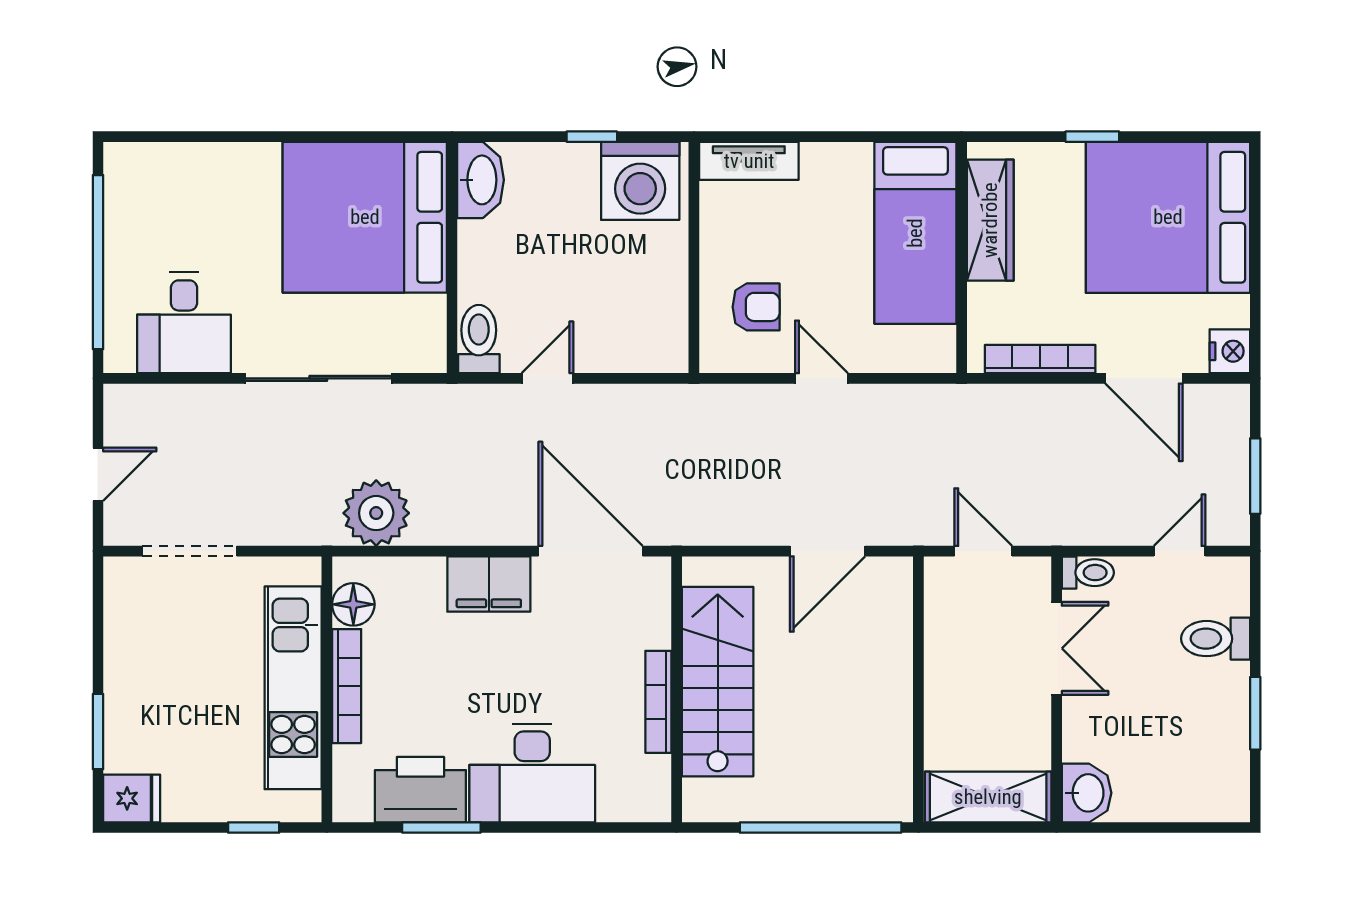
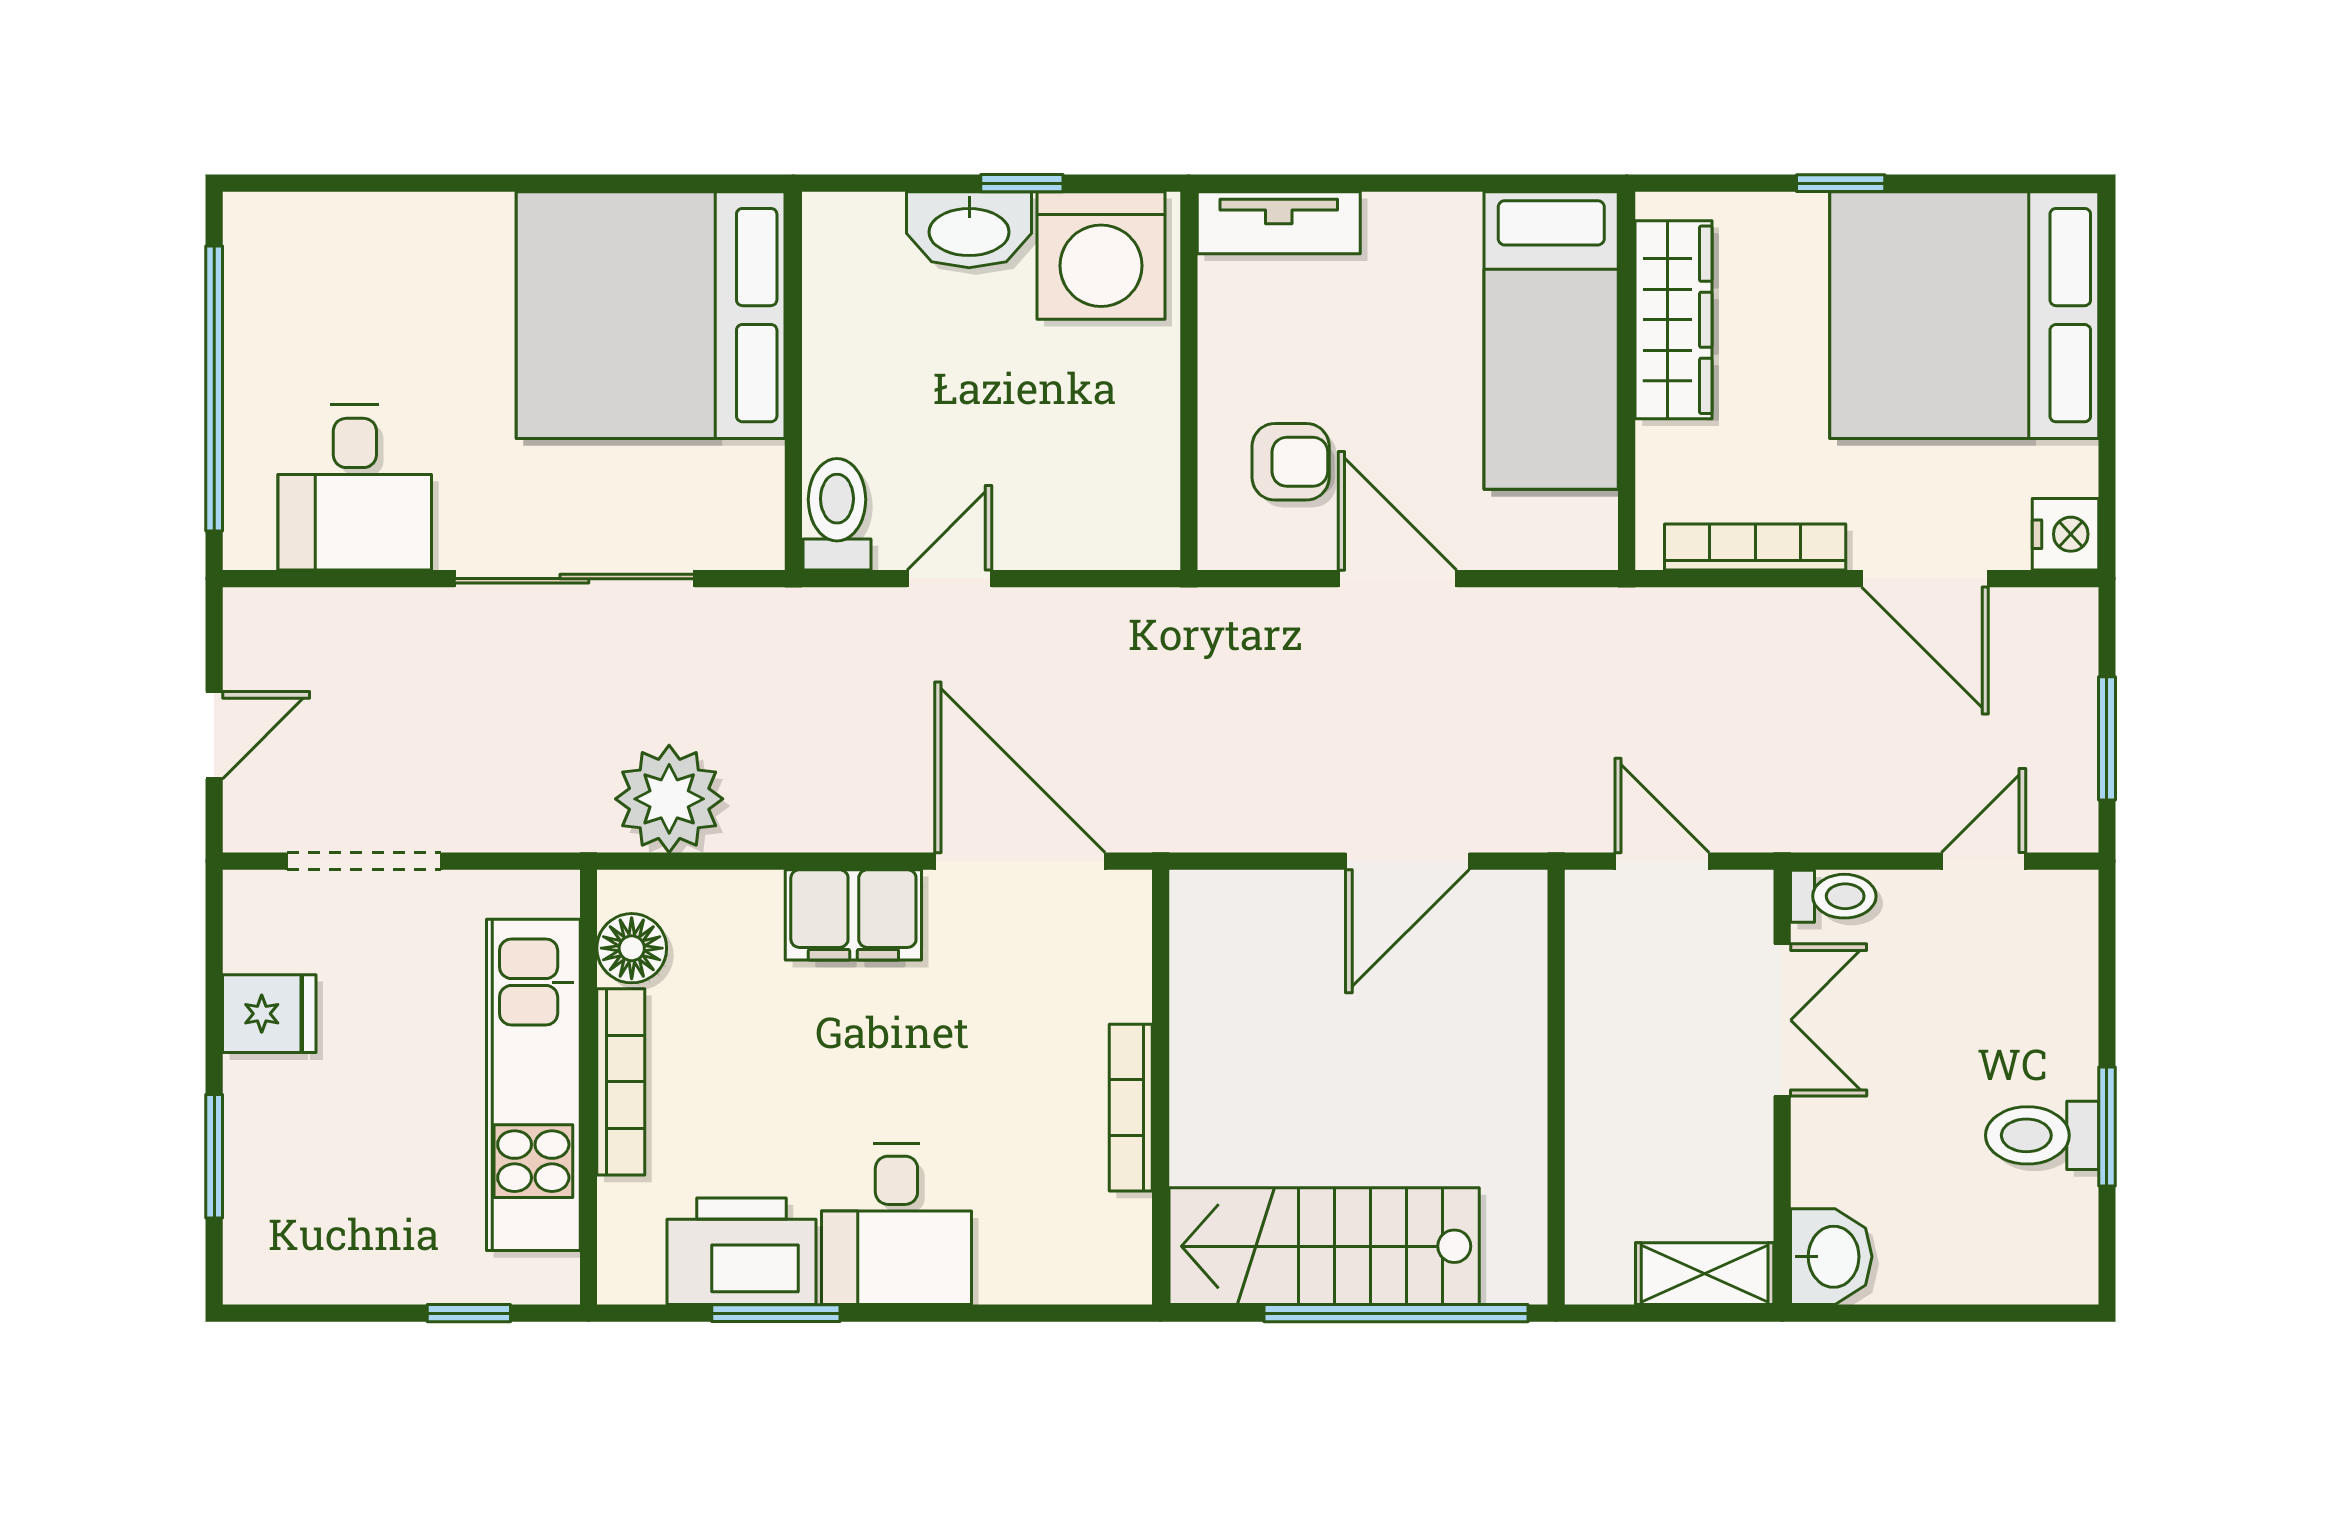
washbasin: (481, 180) -> (969, 230), moved, turned 90
door: (821, 378) -> (1397, 579), width x1.38
toilet: (1216, 639) -> (2042, 1135), moved
stairs: (718, 682) -> (1324, 1246), moved, turned -90
desk: (532, 773) -> (896, 1224), width x0.73
shelving: (988, 797) -> (1705, 1274), width x0.67, depth x0.75
fridge: (132, 798) -> (269, 1014), moved

